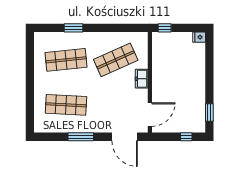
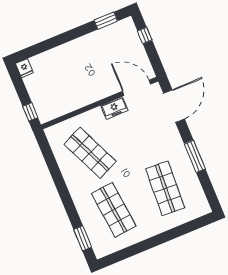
window: (73, 28) -> (83, 238), moved
freezer: (142, 79) -> (114, 108), moved

